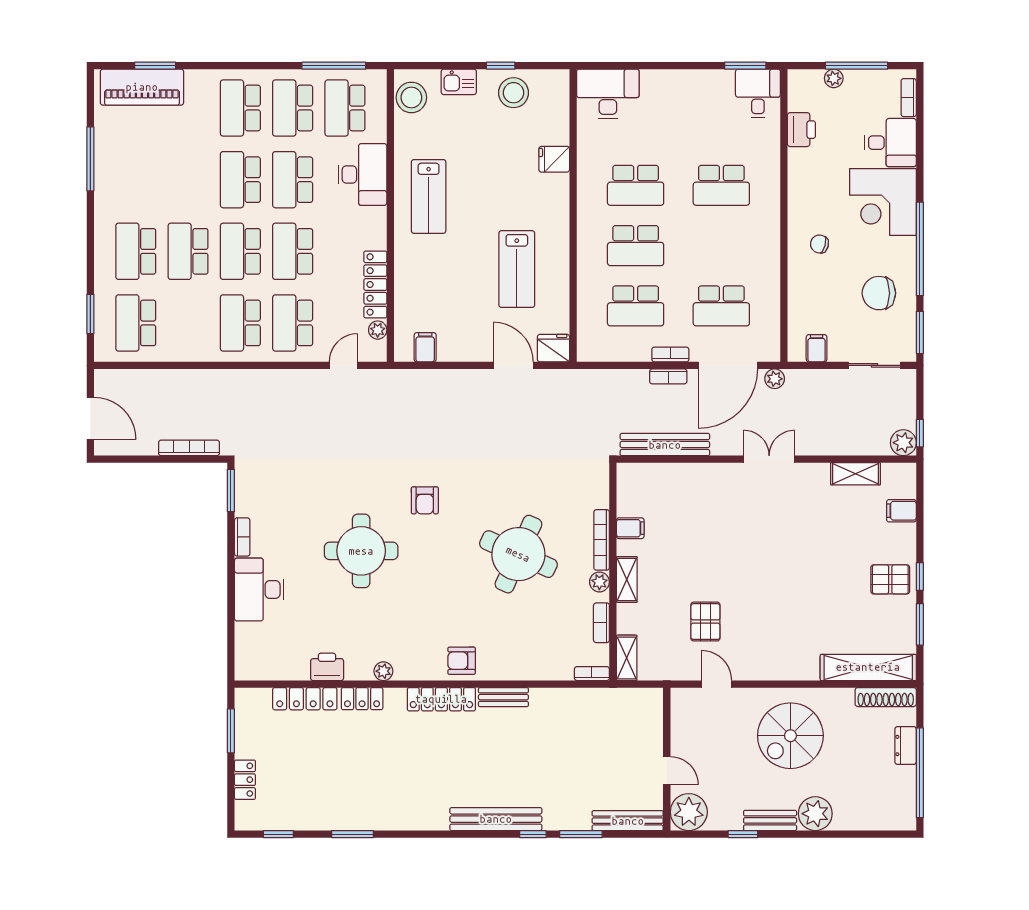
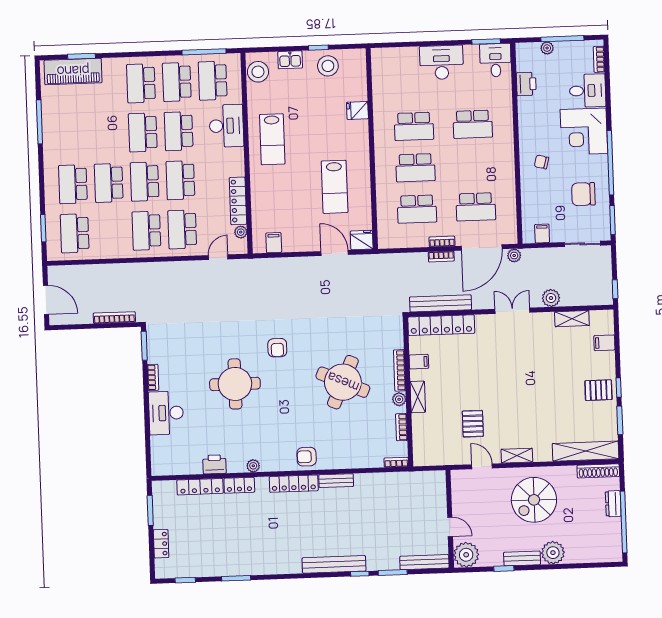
desk: (608, 94) -> (442, 62), moved
plant: (903, 443) -> (551, 298), moved
locker: (665, 476) -> (441, 325), added
shelving: (627, 658) -> (517, 456), moved, turned 90

